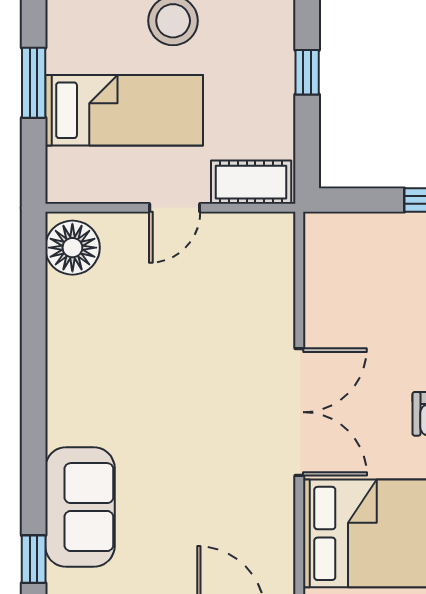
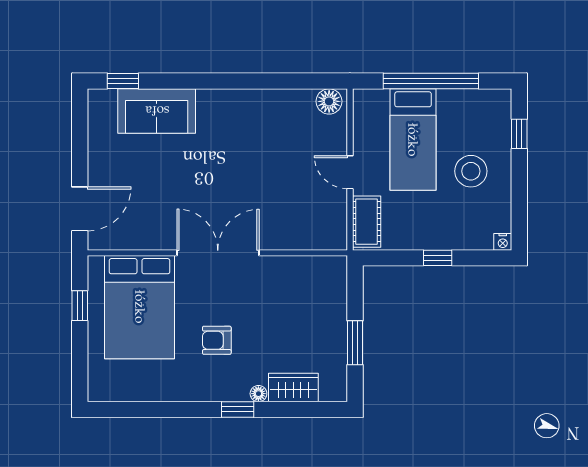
window: (34, 83) -> (431, 81), width x2.11
floor lamp: (72, 248) -> (329, 101), width x0.73, depth x0.73
double door: (299, 412) -> (218, 253), swing flipped

